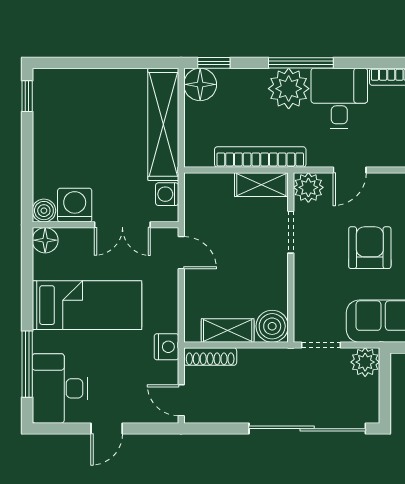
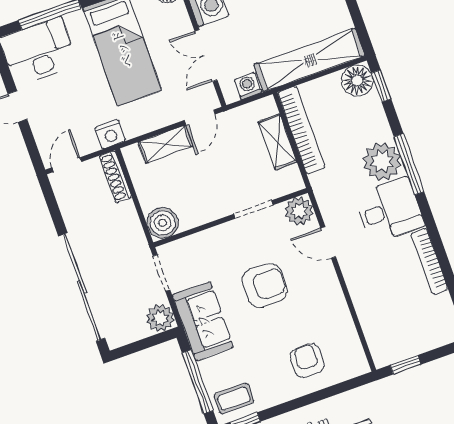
bookcase: (260, 157) -> (301, 130), moved
shelving: (261, 185) -> (277, 142), moved
shelving: (228, 330) -> (166, 144), moved, turned 90

